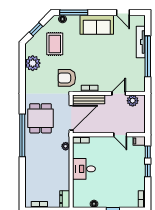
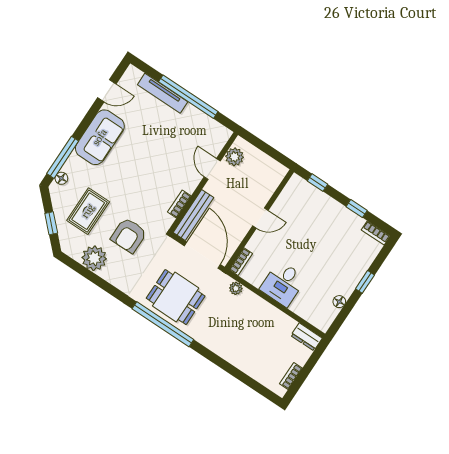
rug: (55, 44) -> (88, 211), turned 90
armchair: (67, 78) -> (129, 235), moved
window: (22, 135) -> (163, 324), moved
door: (120, 135) -> (260, 218), moved
filing cabinet: (139, 141) -> (295, 184), removed
window: (148, 171) -> (357, 209), moved

